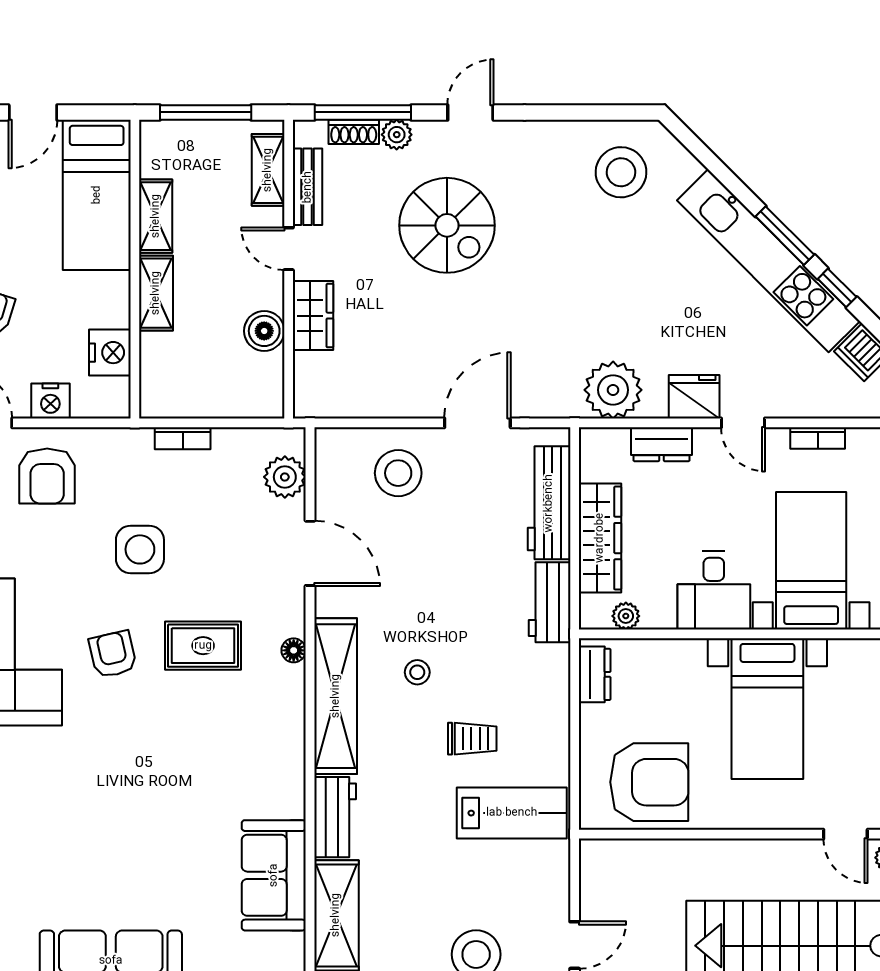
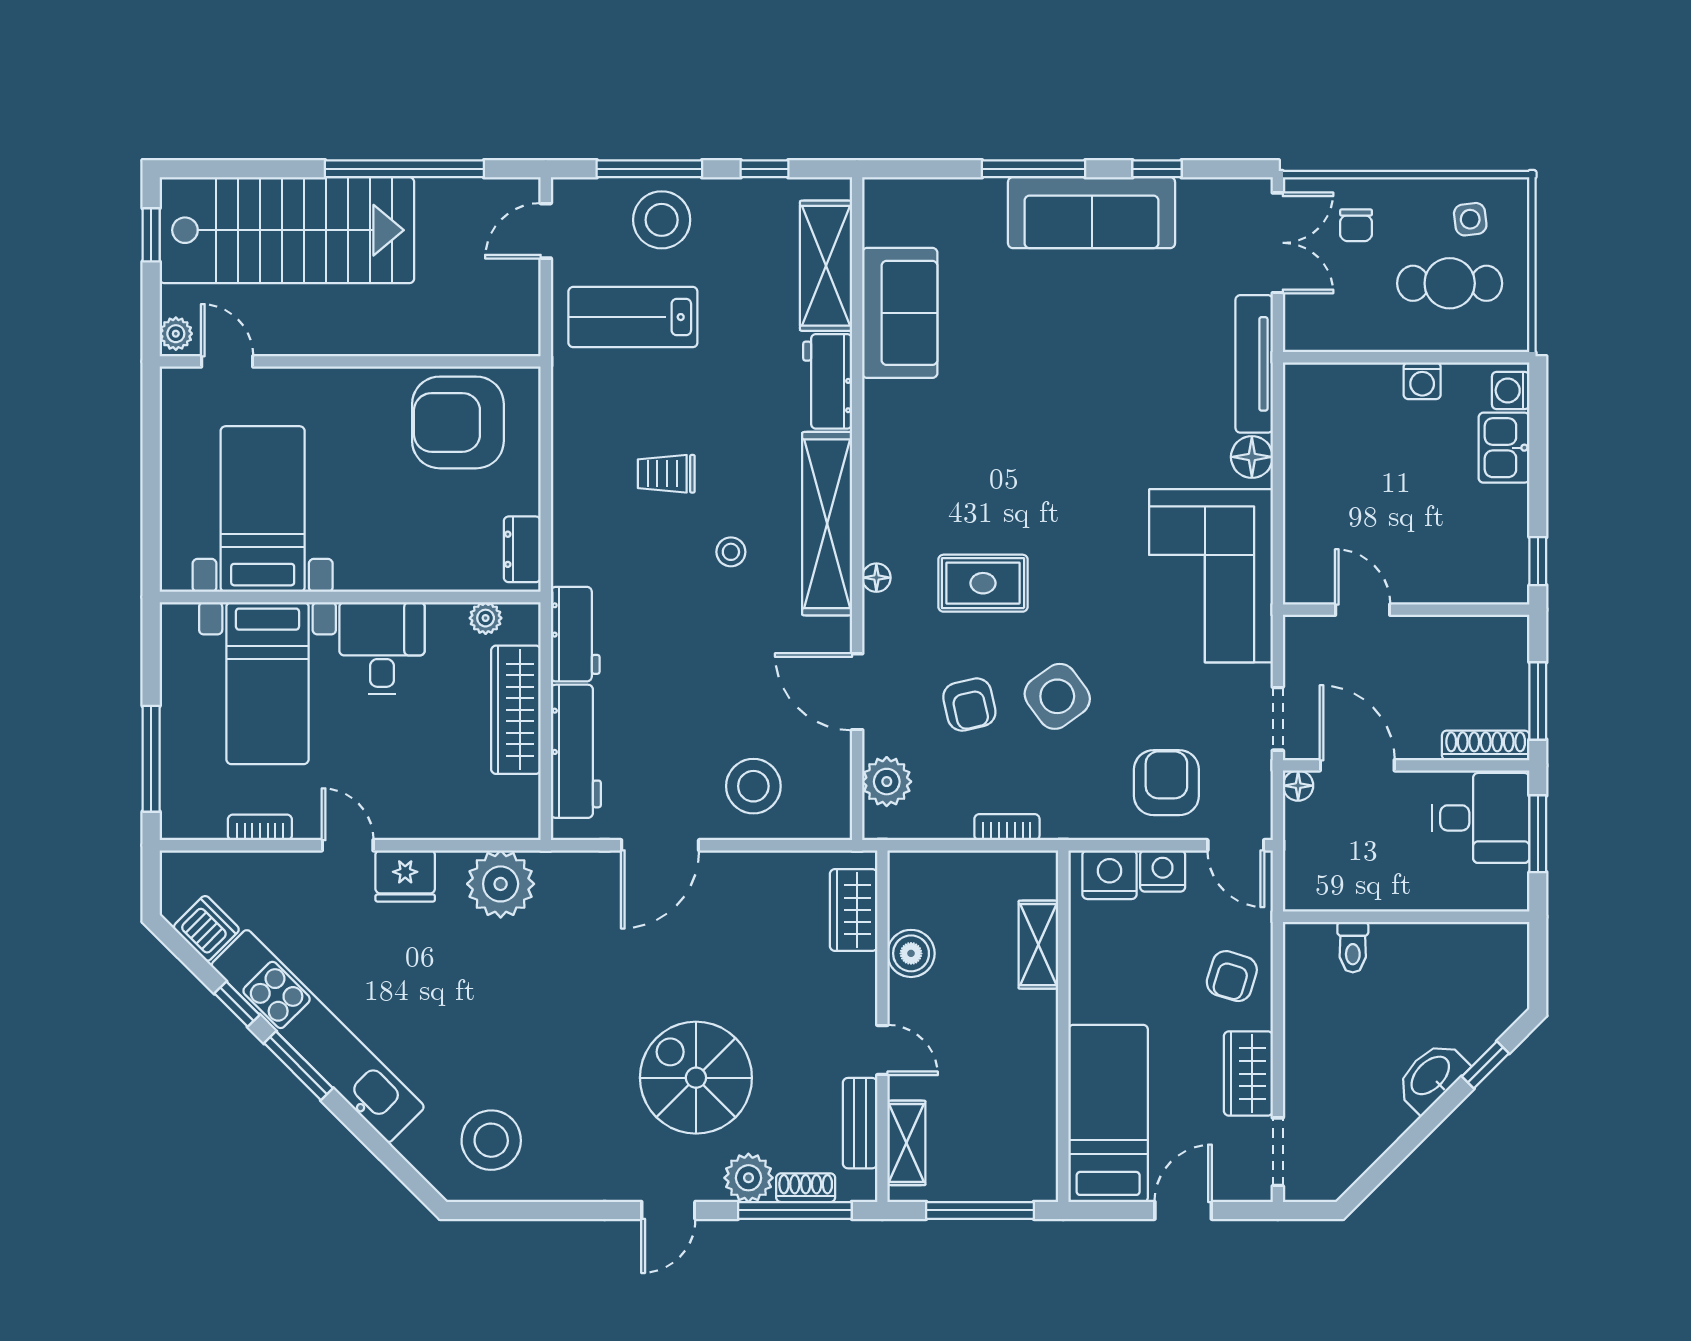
plant: (397, 135) -> (748, 1178), width x1.38, depth x1.38
shelving: (156, 216) -> (1039, 1088), removed
shelving: (156, 293) -> (1038, 945), moved
wardrobe: (313, 316) -> (854, 910), moved
nightstand: (110, 353) -> (1110, 875), moved, turned 90
dresser: (661, 444) -> (444, 820), removed
side table: (140, 549) -> (1057, 696), turned -36
armchair: (113, 654) -> (969, 705), moved
bed with nightstands: (767, 709) -> (263, 509), moved
lab bench: (512, 813) -> (633, 317), moved

